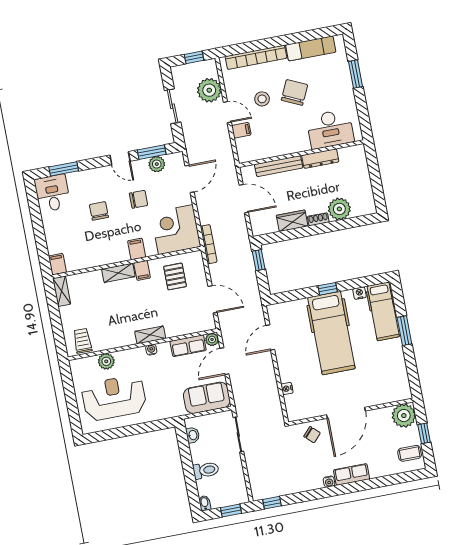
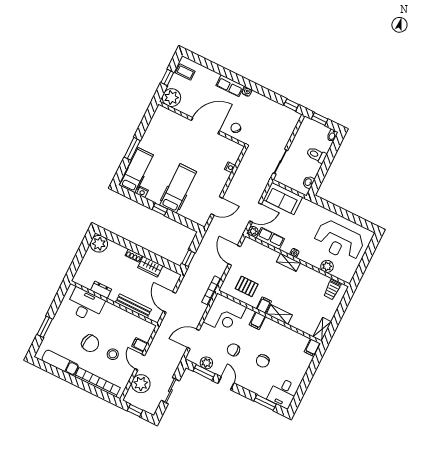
chair: (294, 92) -> (90, 343), turned -101
dresser: (320, 159) -> (101, 290), width x0.70
plant: (339, 209) -> (99, 244), moved
pallet: (175, 276) -> (247, 286), turned 90
hospital bed: (331, 333) -> (178, 188), width x0.73, depth x0.78

